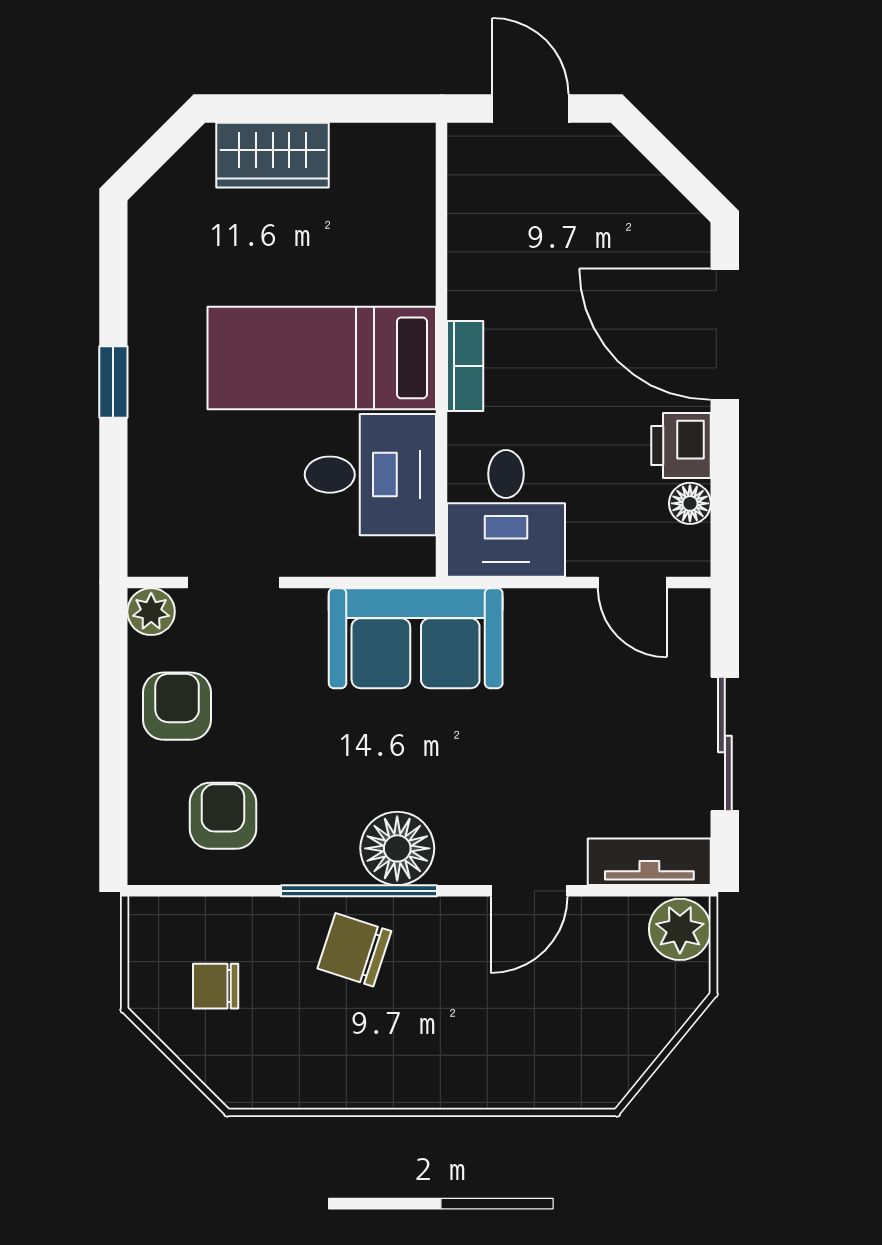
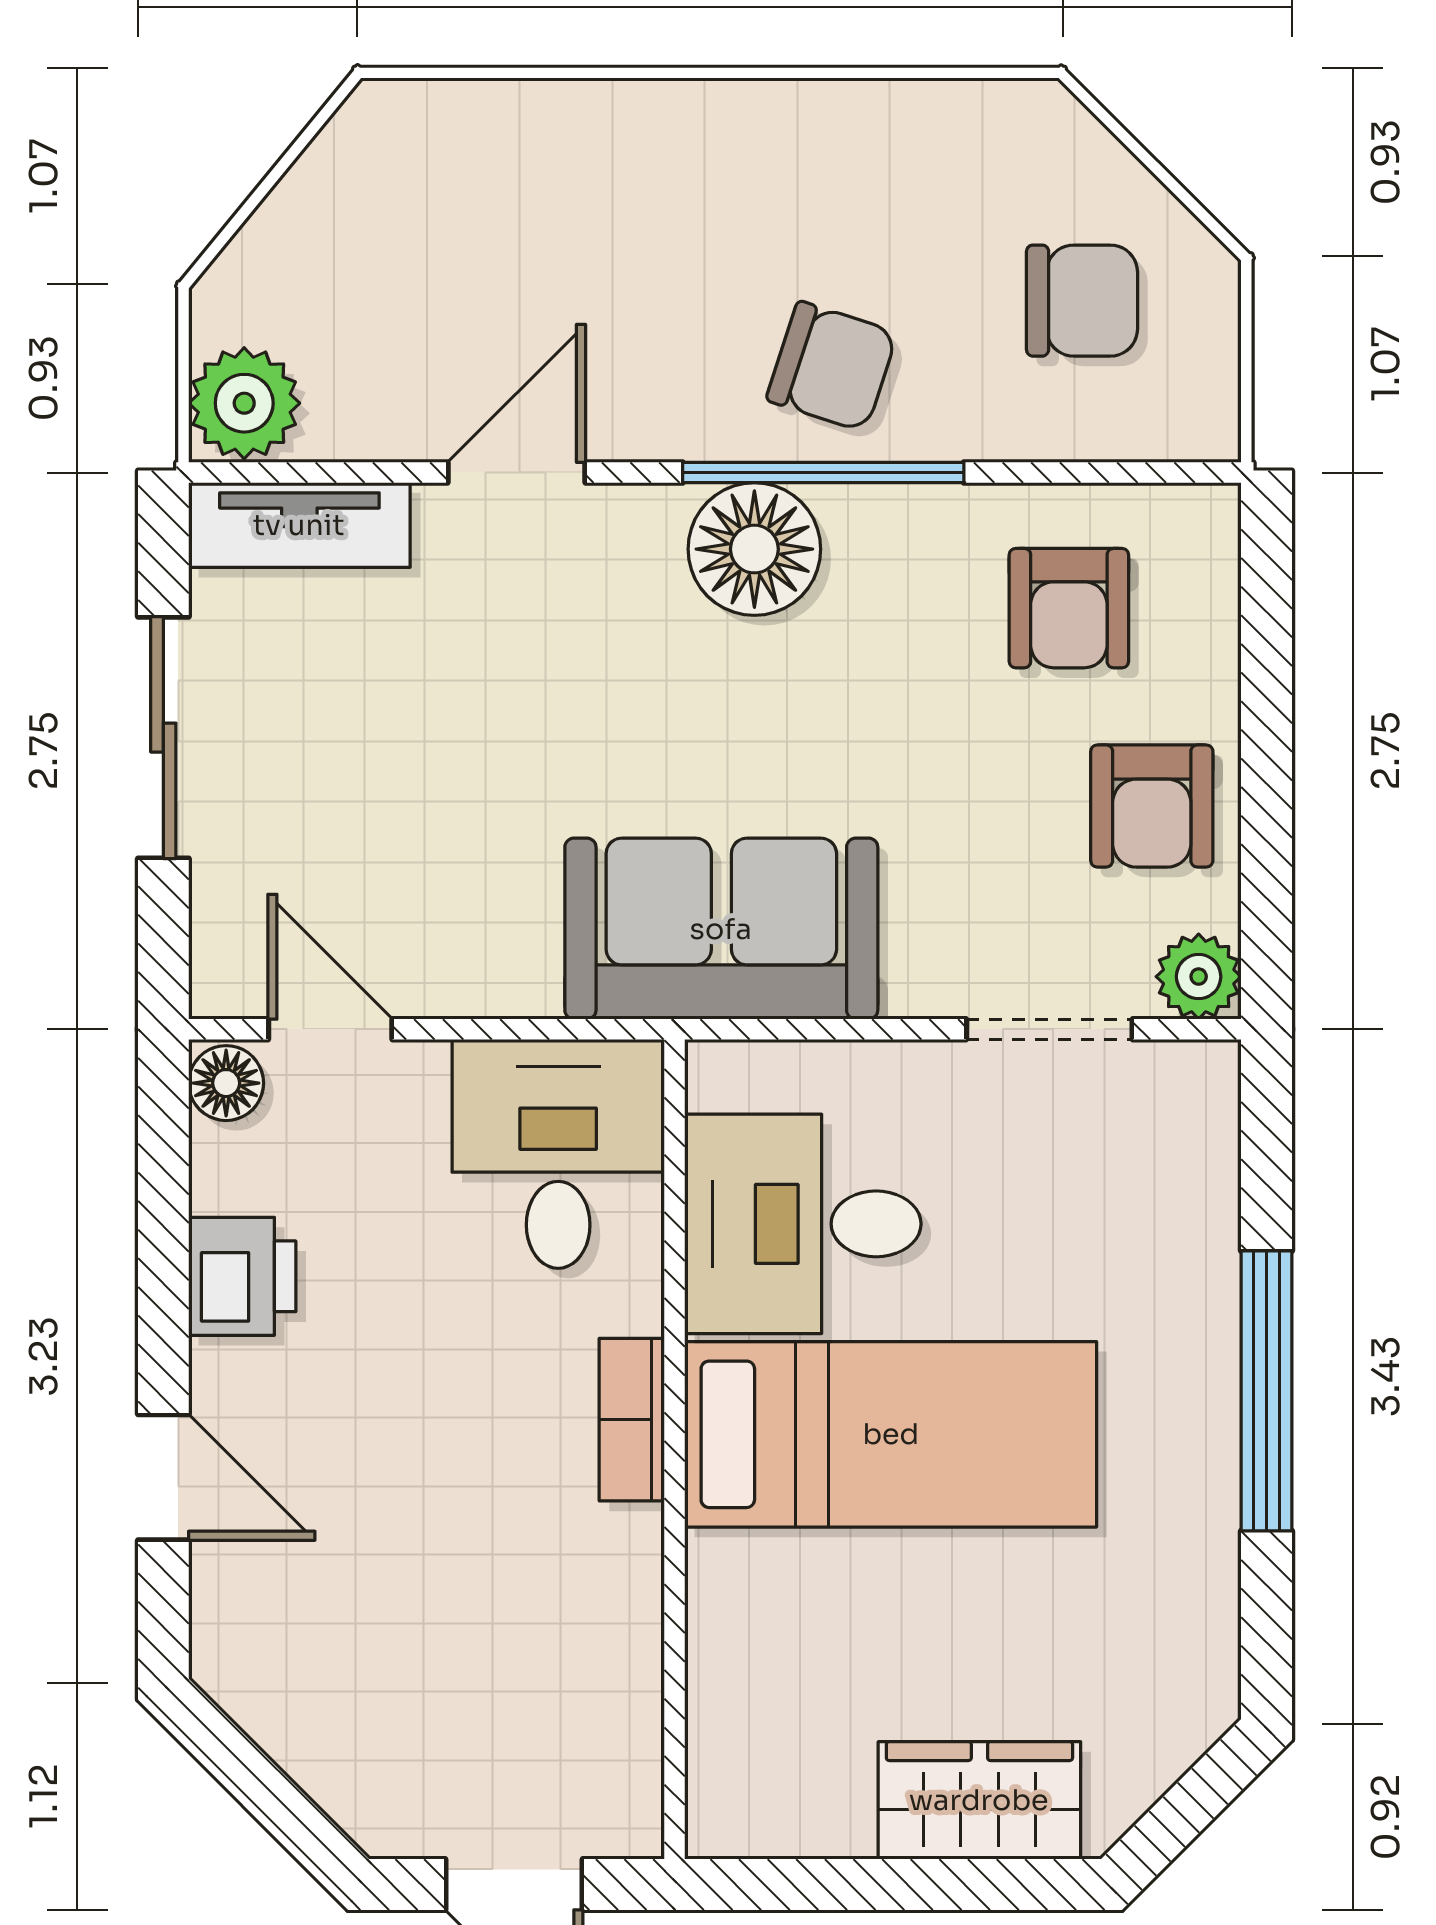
door: (725, 334) -> (163, 1477), width x0.53
window: (113, 382) -> (1267, 1391), width x2.17
floor lamp: (690, 503) -> (226, 1083), moved
chair: (216, 986) -> (1082, 301), width x1.37, depth x1.37

